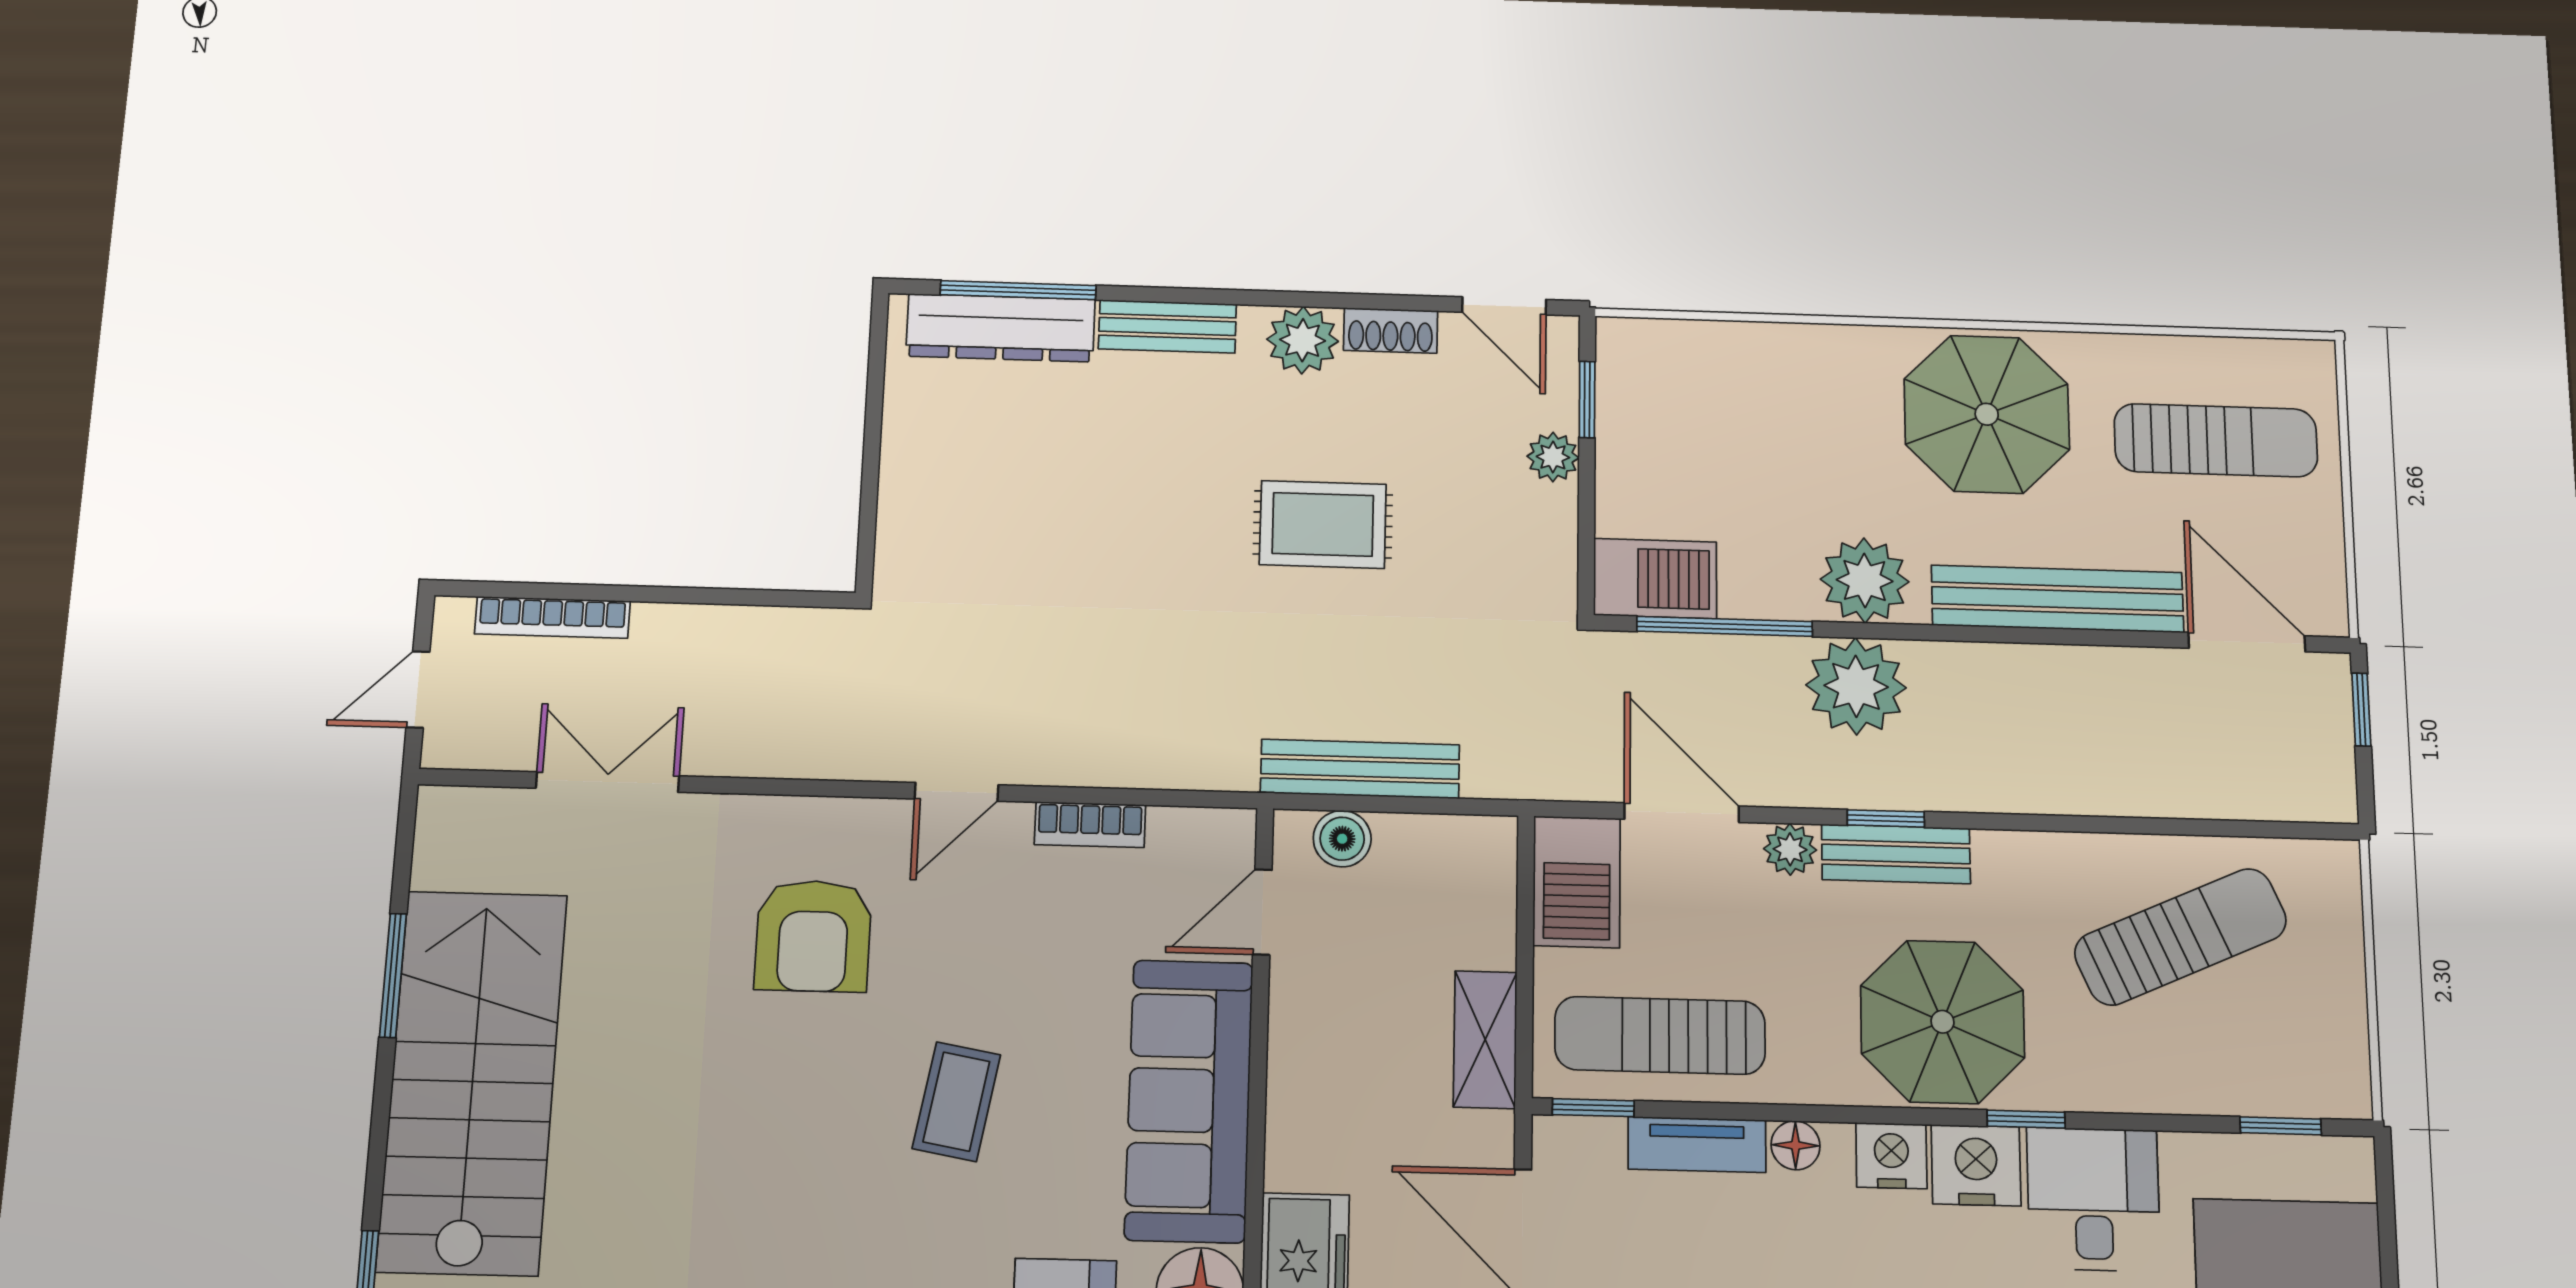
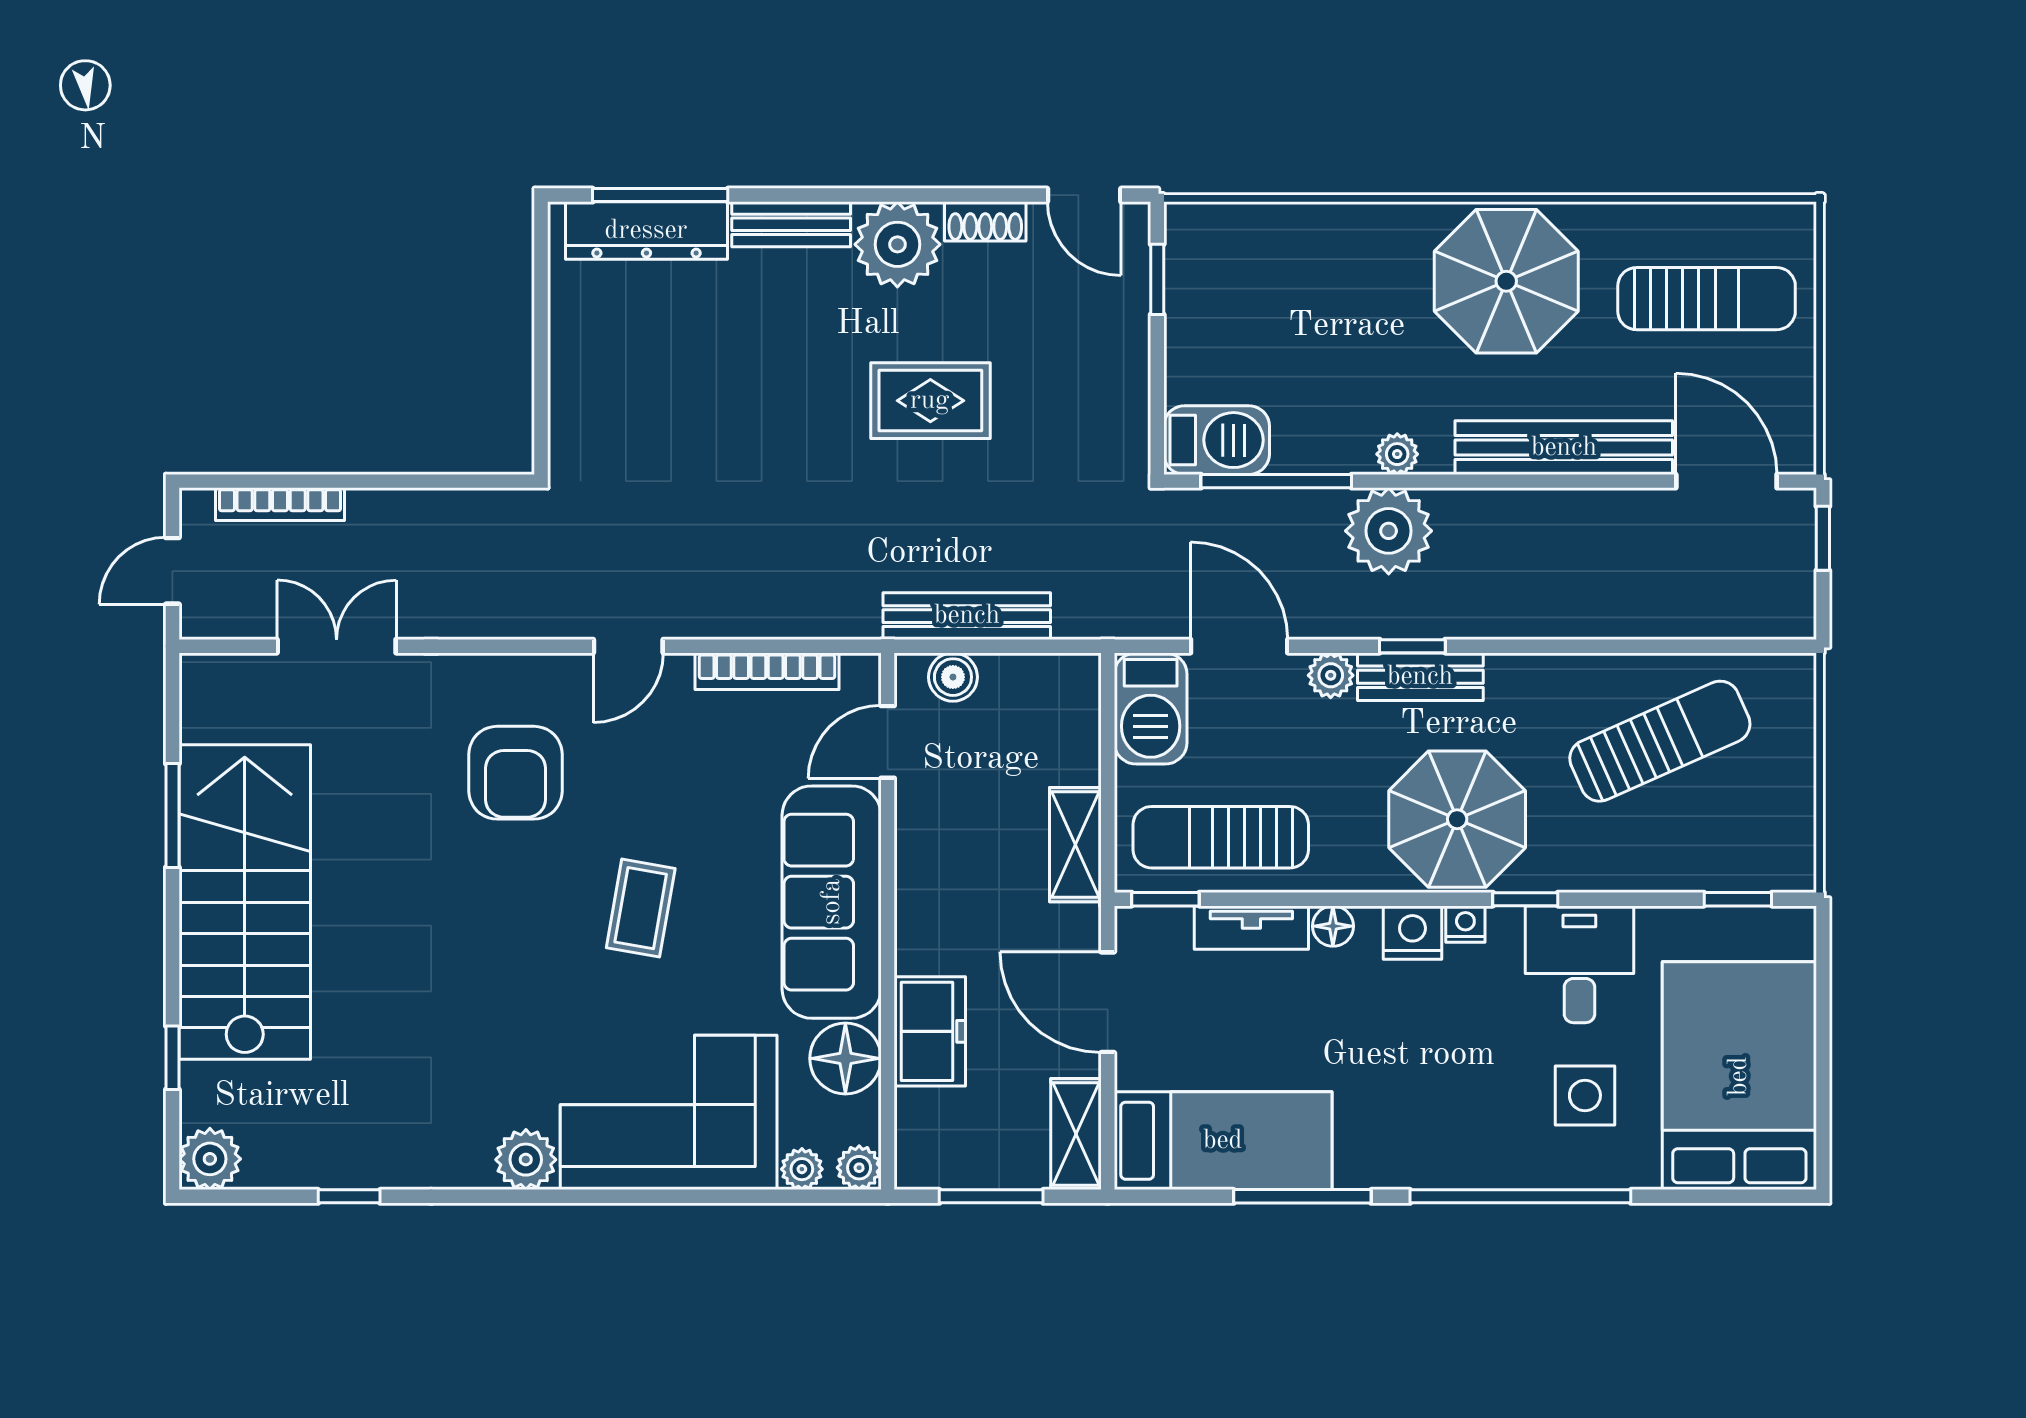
plant: (1303, 340) -> (897, 244), width x1.36, depth x1.36
plant: (1553, 457) -> (1128, 333), removed
plant: (1865, 580) -> (1397, 454), width x0.53, depth x0.53
bookcase: (1090, 825) -> (767, 671), width x1.56
nightstand: (1976, 1165) -> (1465, 924), width x0.53, depth x0.56

